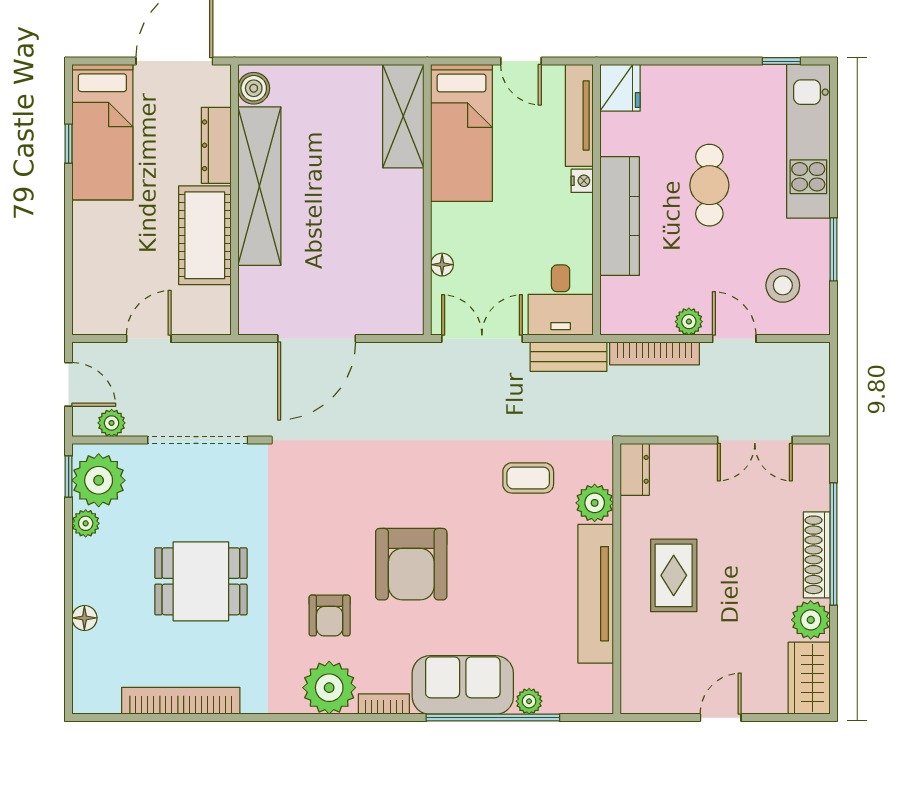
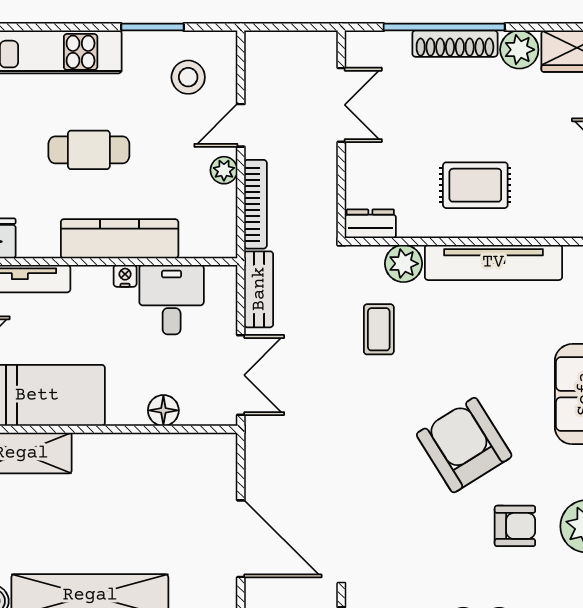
nightstand: (582, 181) -> (125, 276), moved
floor lamp: (442, 265) -> (163, 410), width x1.37, depth x1.37
desk: (561, 300) -> (172, 300), moved, turned -90
double door: (482, 339) -> (241, 375), swing flipped
armchair: (411, 564) -> (464, 445), turned -122

